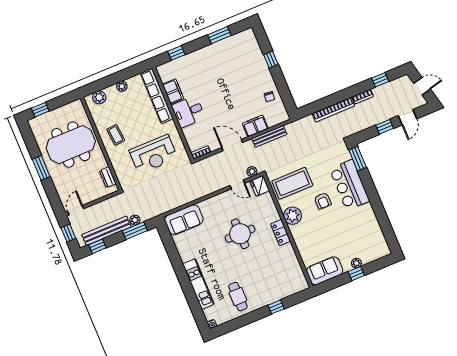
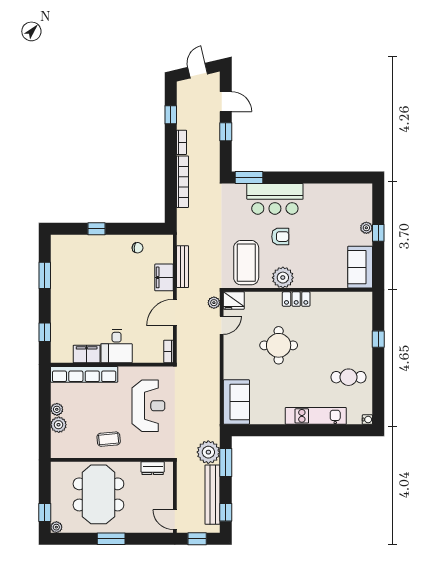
plant: (99, 97) -> (59, 425), moved
plant: (33, 123) -> (56, 527), added
plant: (135, 220) -> (208, 452), width x1.88, depth x1.88

